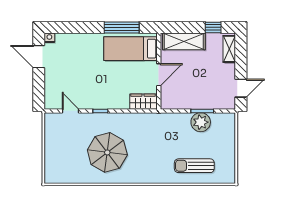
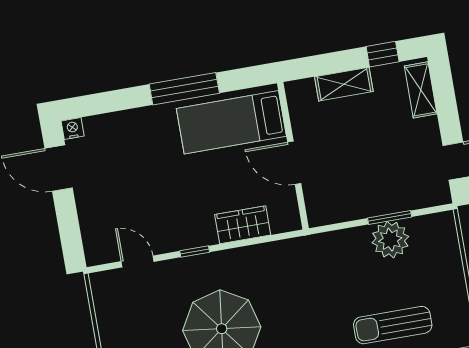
window: (122, 27) -> (184, 89), moved
shelving: (184, 41) -> (344, 84), width x0.67, depth x0.75
door: (159, 75) -> (294, 163), swing flipped
wardrobe: (143, 102) -> (243, 225), moved

